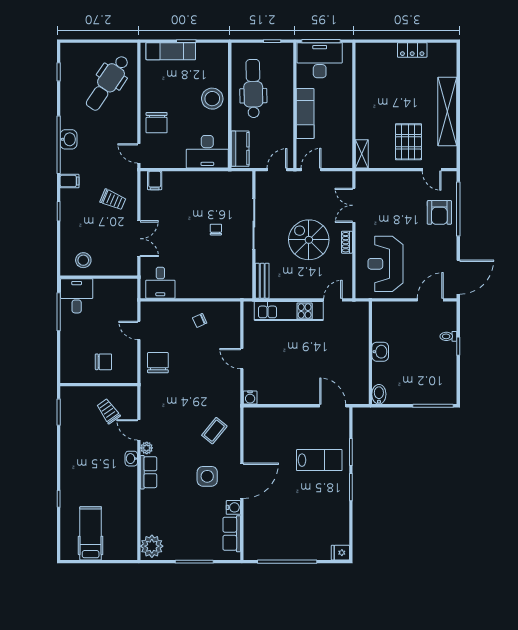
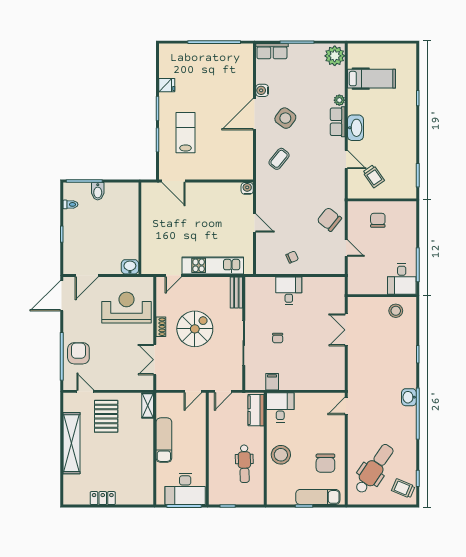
dental chair: (253, 88) -> (244, 464), width x0.73, depth x0.72
exam couch: (305, 114) -> (164, 440), moved, turned 180
chair: (157, 123) -> (325, 463), moved, turned 180
washbasin: (68, 139) -> (409, 397), moved
desk: (207, 152) -> (280, 407), width x0.73
door: (139, 153) -> (346, 406), swing flipped
filing cabinet: (70, 181) -> (408, 381), removed
filing cabinet: (155, 181) -> (272, 382), moved
trolley: (113, 200) -> (403, 488), moved
double door: (354, 205) -> (155, 360), swing flipped
spiral stairs: (309, 240) -> (195, 329), turned -90
reception desk: (385, 264) -> (127, 308), turned -90
desk: (160, 283) -> (289, 291), moved
toilet: (448, 336) -> (70, 204), moved
washbasin: (380, 352) -> (130, 267), moved, turned 90
chair: (103, 362) -> (378, 220), turned 90
chair: (158, 363) -> (329, 219), turned 129
bidet: (379, 394) -> (98, 191), moved
plant: (147, 448) -> (339, 100), moved
washbasin: (131, 459) -> (355, 128), width x1.91, depth x1.45
lab bench: (319, 460) -> (186, 133), turned 90
side table: (207, 476) -> (285, 118), turned 37
hospital bed: (91, 533) -> (371, 79), moved, turned -90
row of seats: (232, 534) -> (272, 51), moved, turned 90
fridge: (340, 553) -> (167, 85), moved

